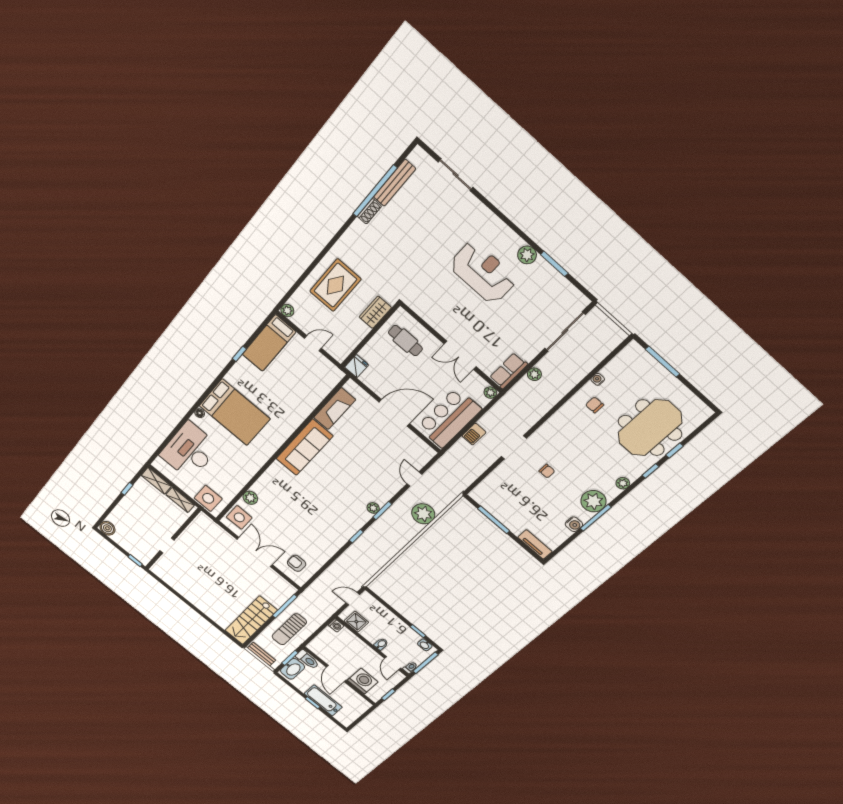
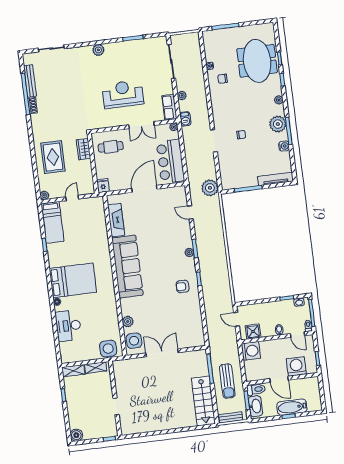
plant: (527, 255) -> (98, 50), moved
reception desk: (483, 272) -> (123, 94), moved
barbecue: (474, 434) -> (185, 119), moved
sofa: (304, 447) -> (127, 267), width x1.36, depth x1.27
desk: (189, 451) -> (68, 326), width x0.73, depth x0.77
plant: (423, 514) -> (210, 188), moved
tv unit: (535, 544) -> (276, 179), width x1.41
armchair: (297, 563) -> (183, 286), moved
door: (353, 599) -> (236, 319), hinge flipped
washing machine: (336, 625) -> (251, 351), width x1.89, depth x1.89

